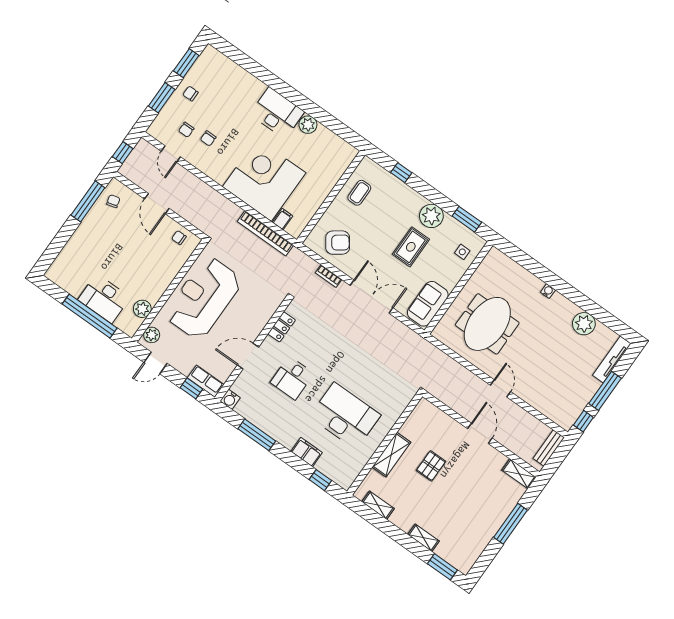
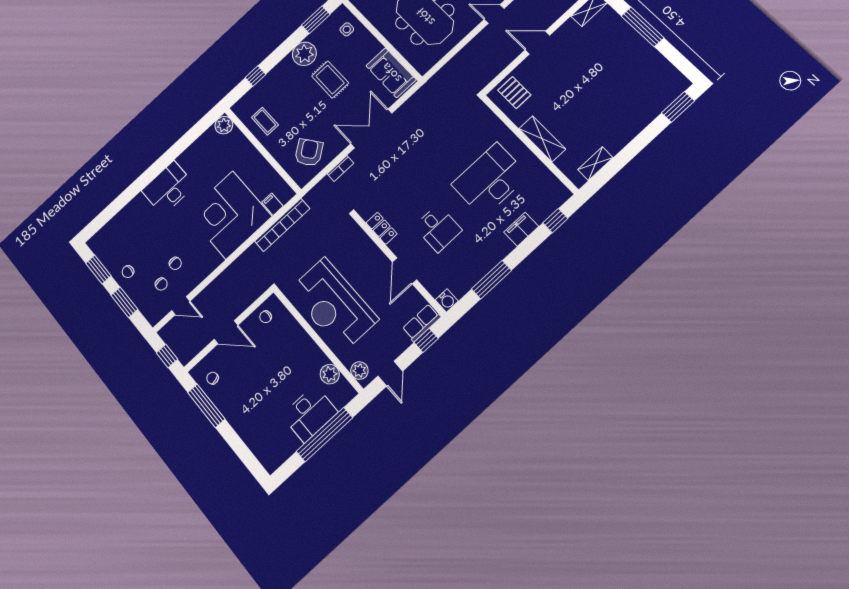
plant: (308, 125) -> (224, 125), moved
pallet: (431, 466) -> (514, 93), moved
shelving: (423, 538) -> (641, 121), removed

